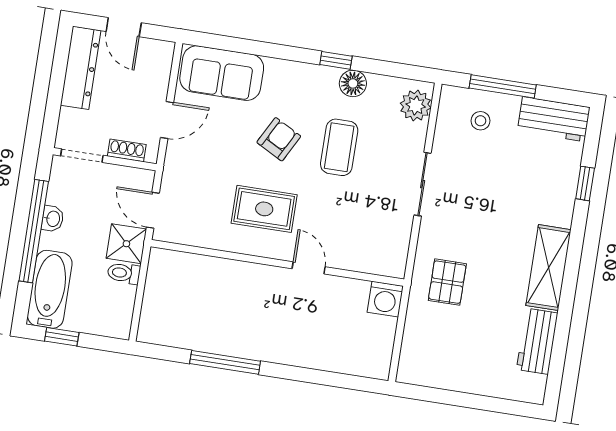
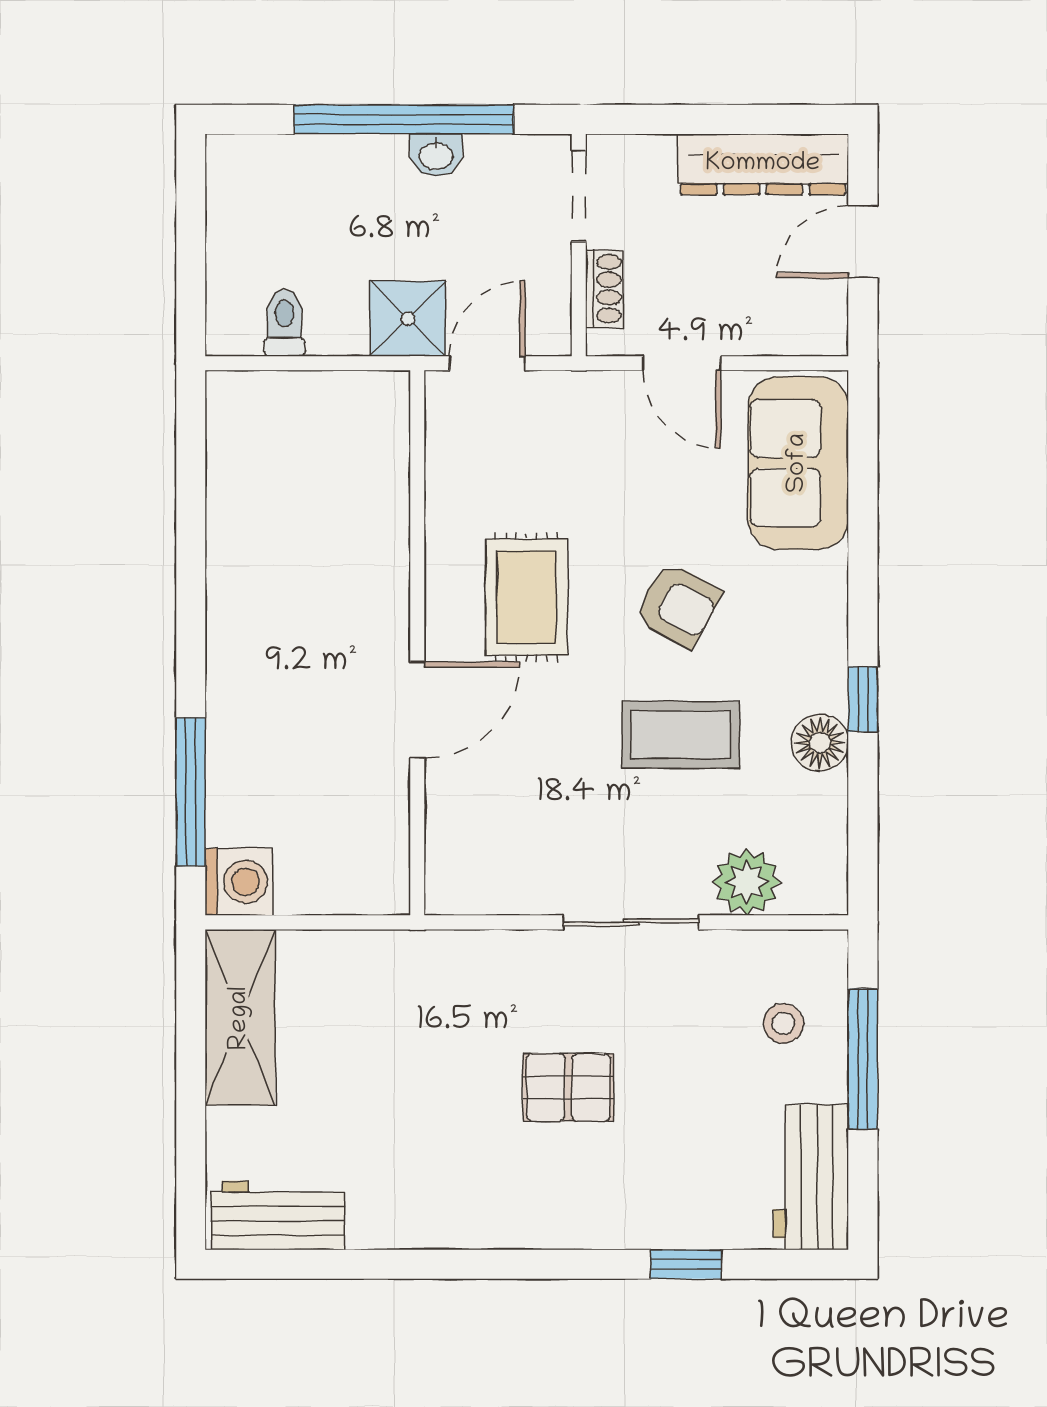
plant: (416, 105) -> (747, 882), moved
door: (309, 268) -> (417, 710), width x1.38
shelving: (548, 268) -> (240, 1018), moved, turned 90
toilet: (124, 273) -> (285, 323), moved
pallet: (447, 282) -> (568, 1087), moved
bathtub: (50, 289) -> (287, 172), removed
washing machine: (385, 299) -> (239, 882), moved, turned 180
window: (62, 337) -> (191, 213), removed
workbench: (537, 341) -> (278, 1215), moved
window: (225, 362) -> (191, 792), moved

